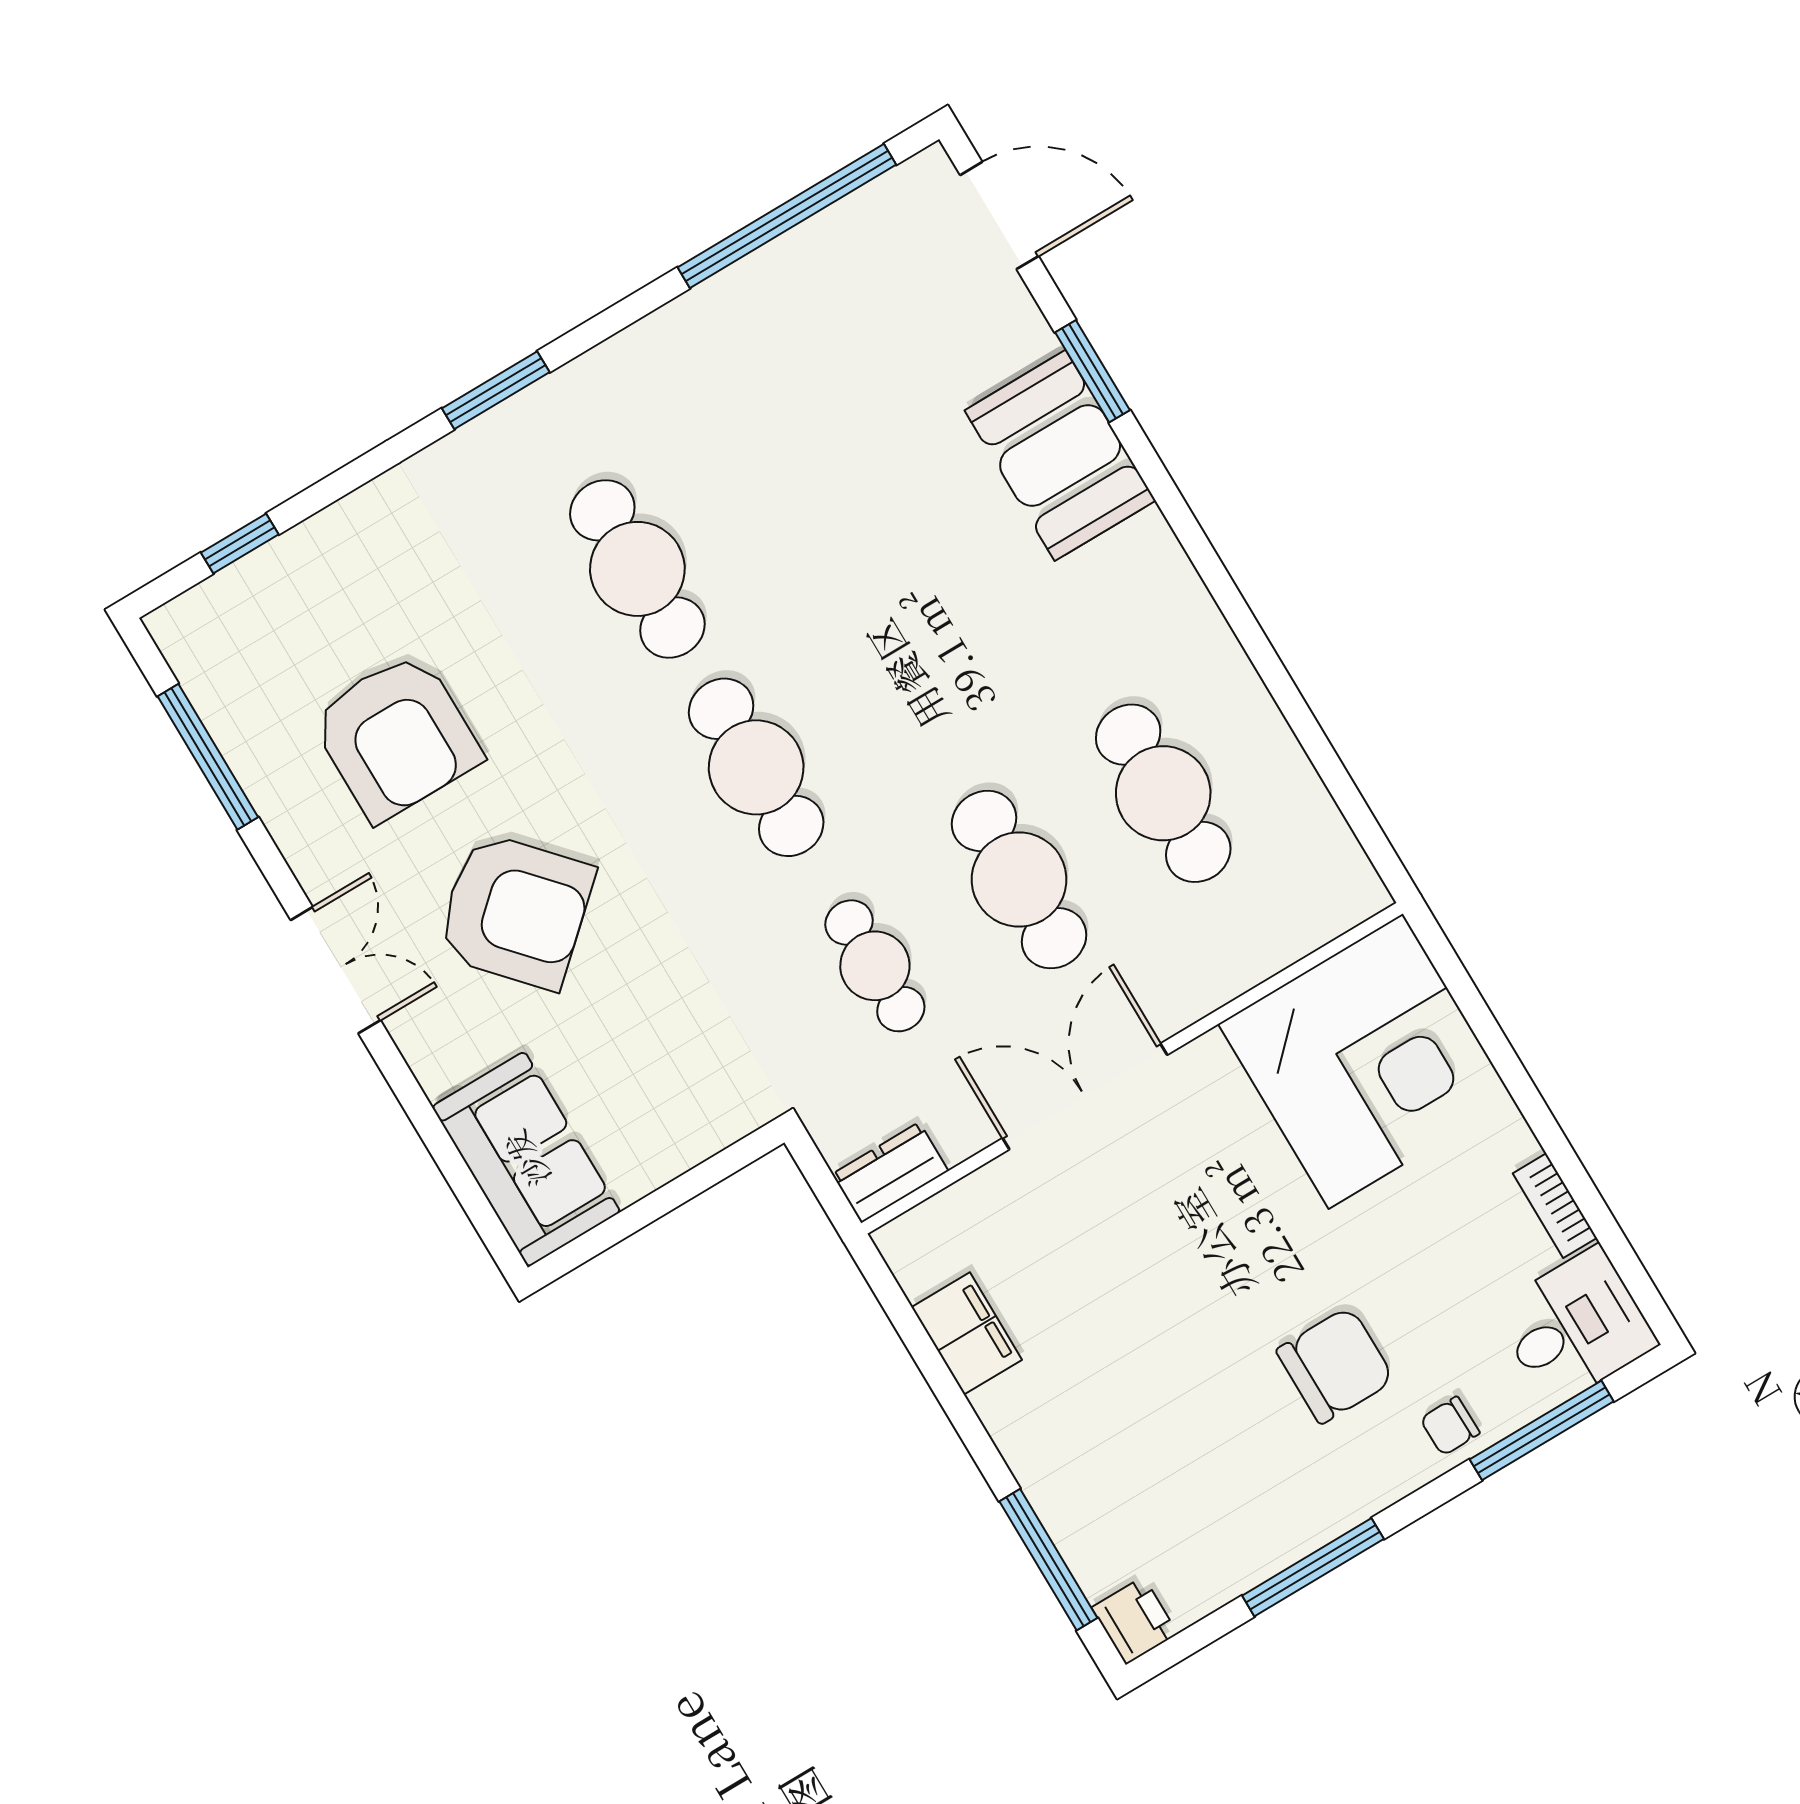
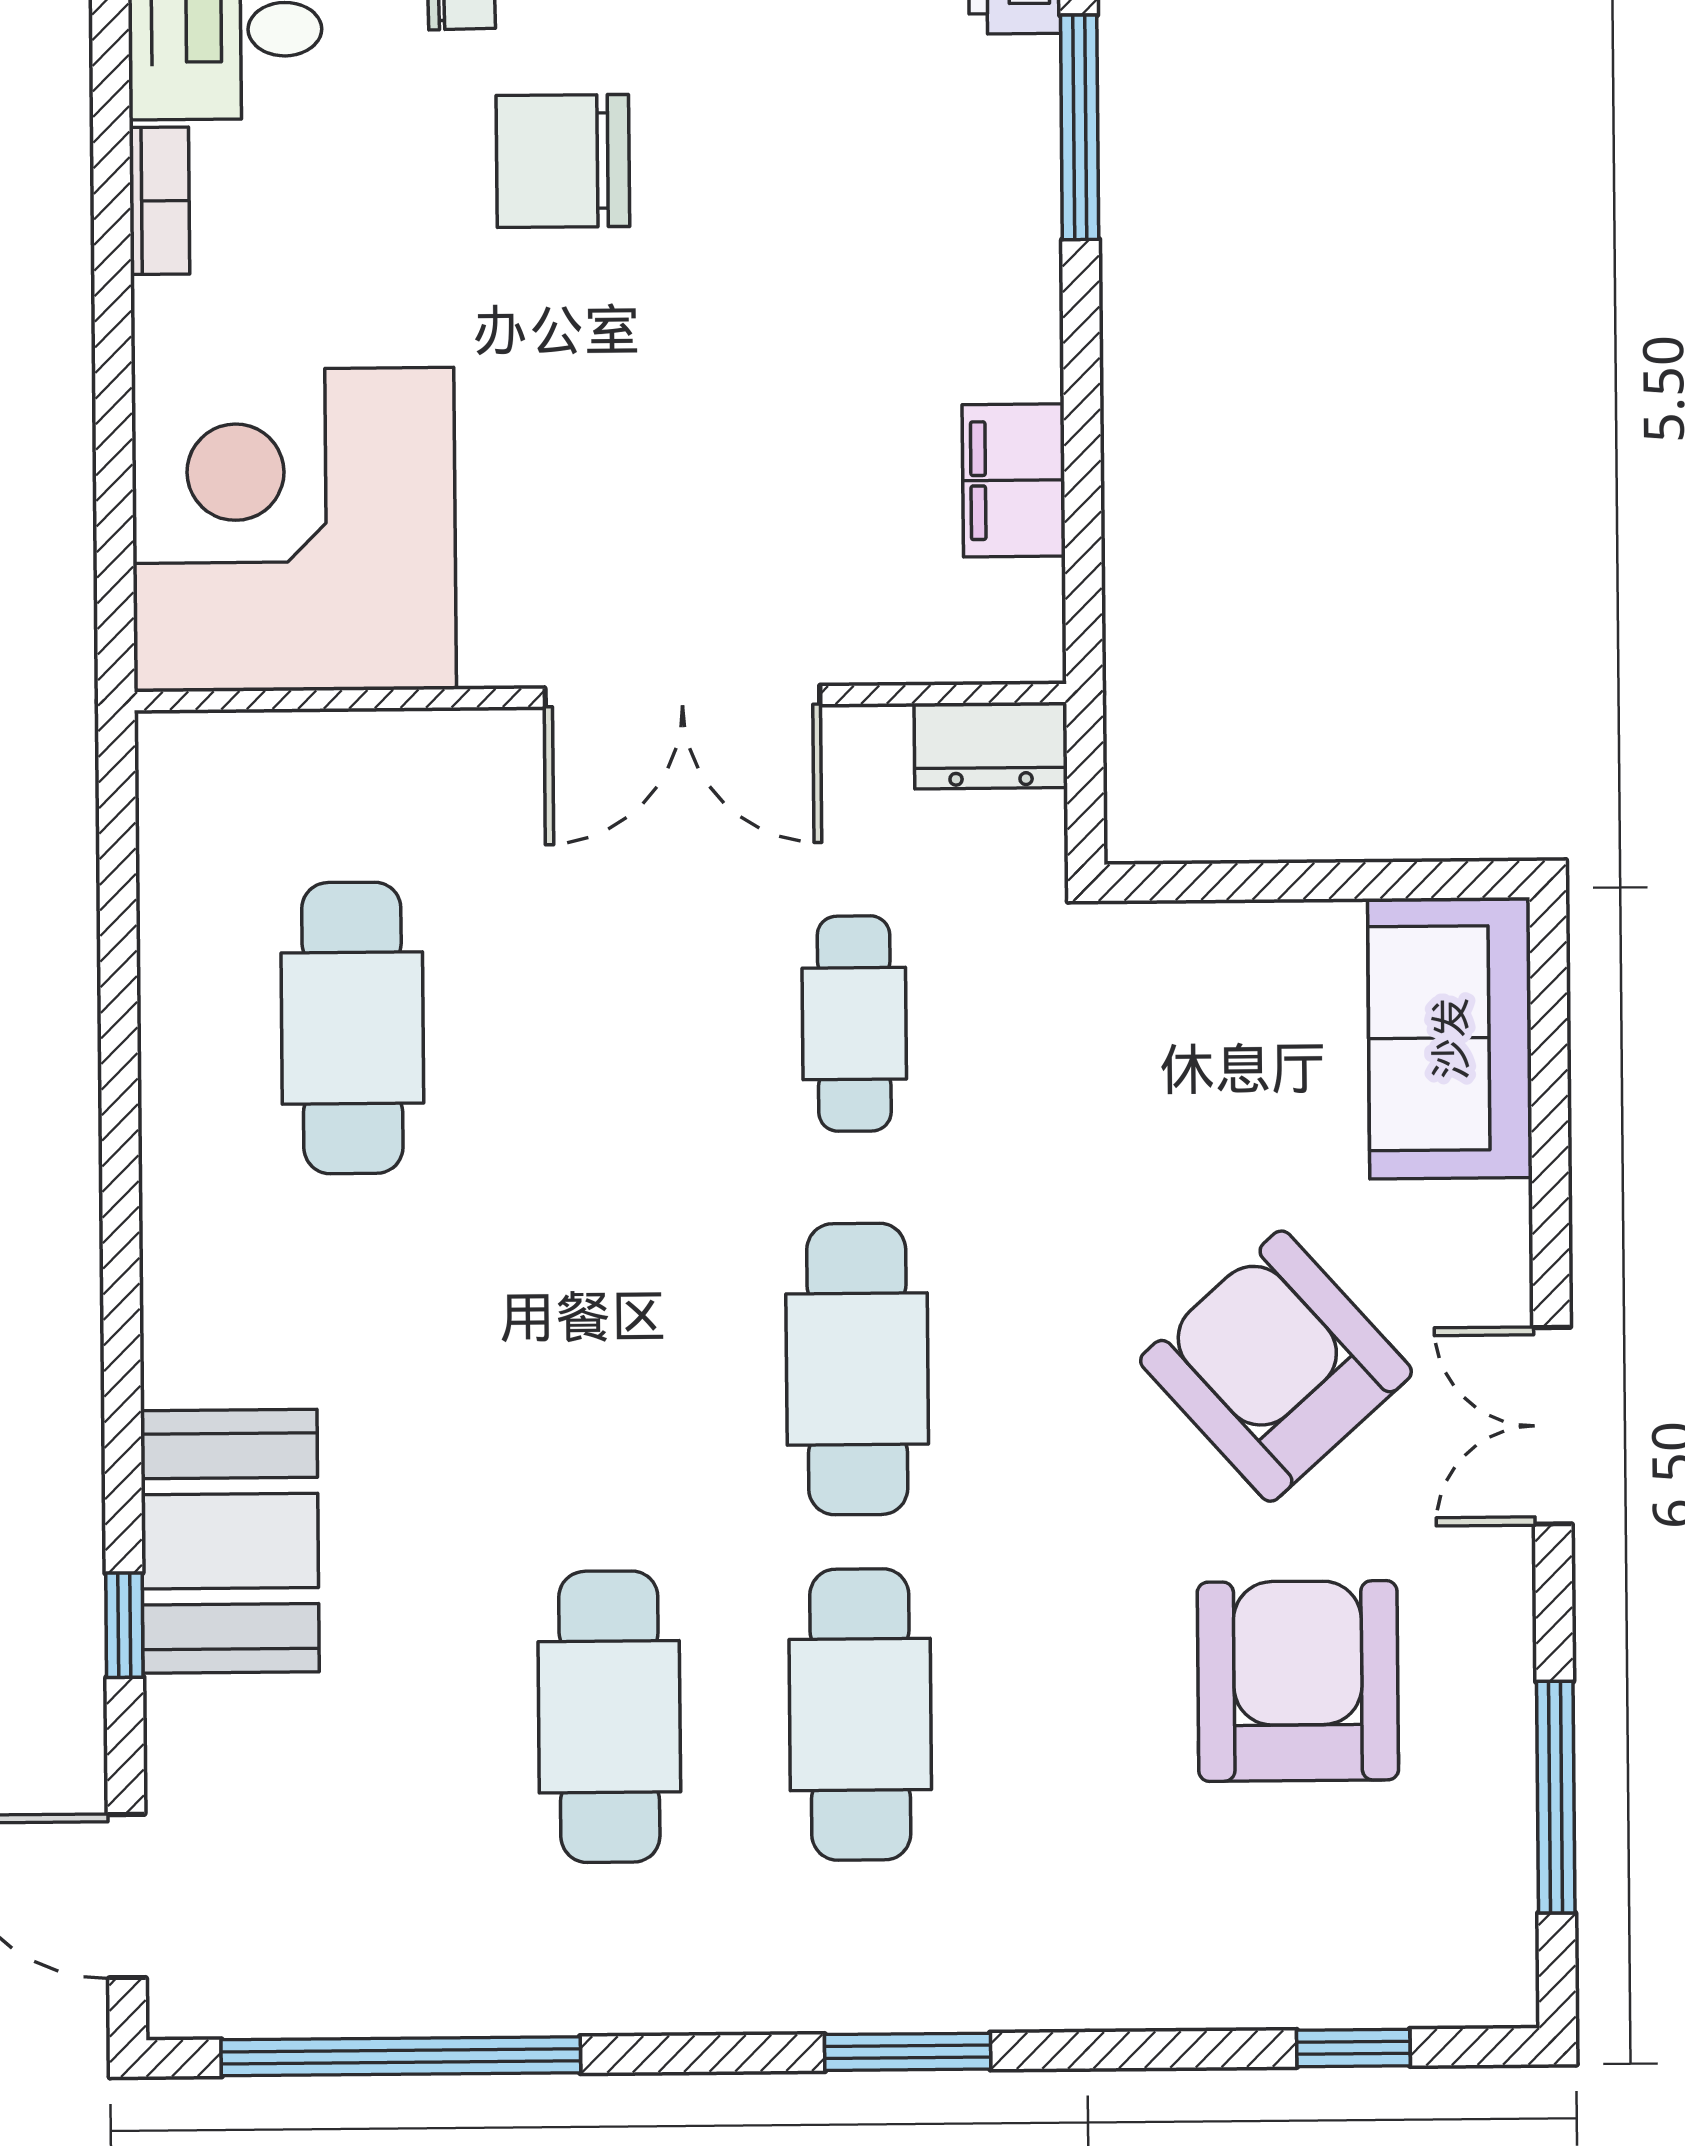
window: (1093, 371) -> (124, 1625), width x0.67
cafe table: (1019, 880) -> (609, 1717), moved

